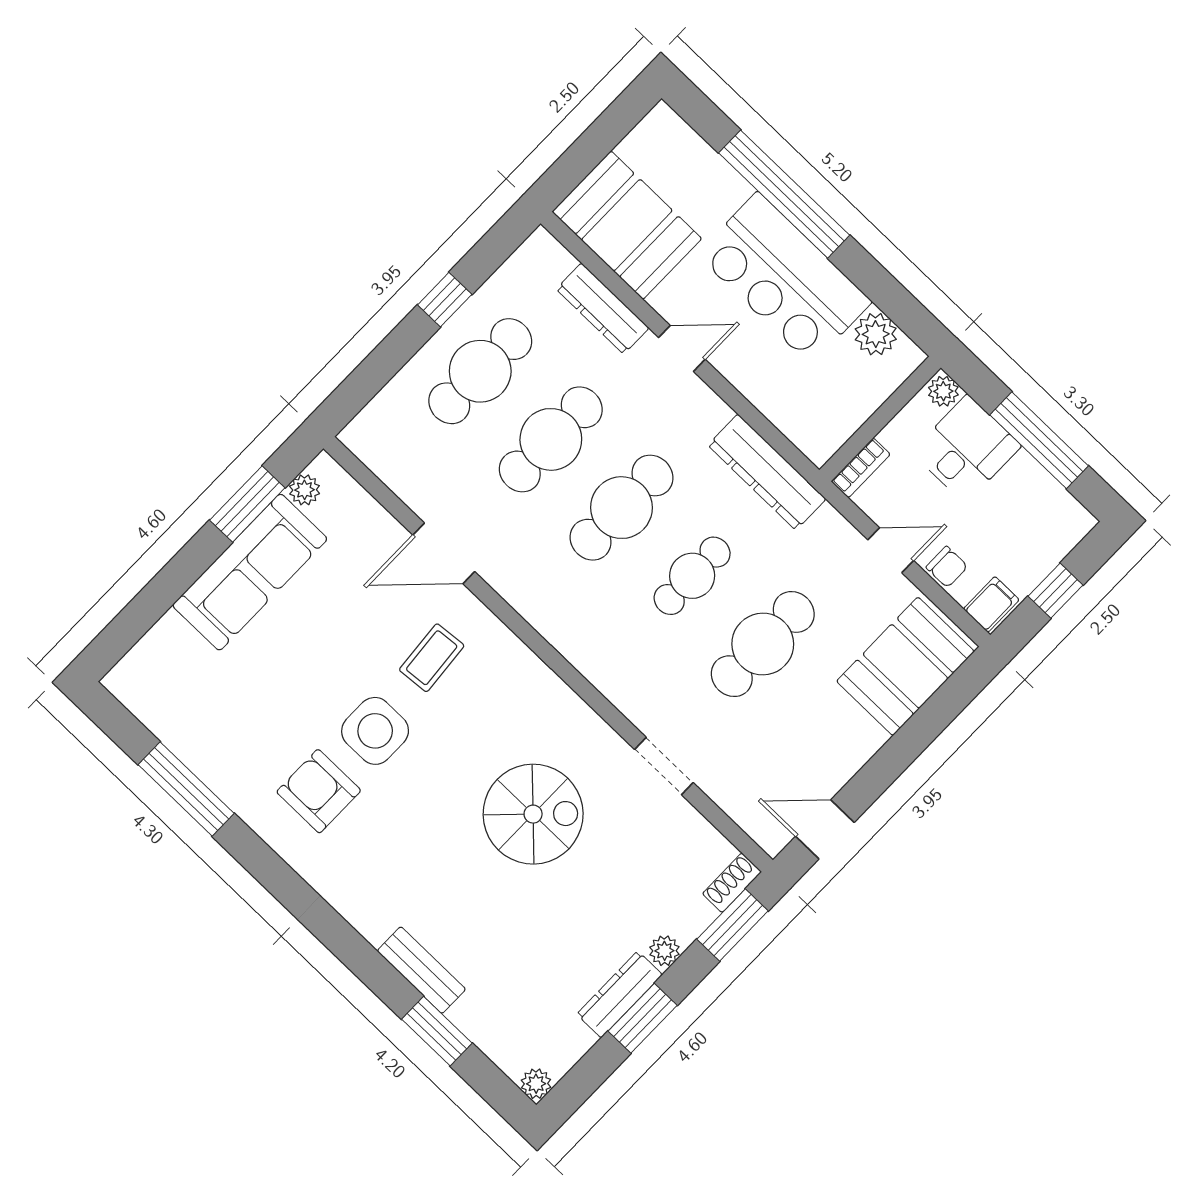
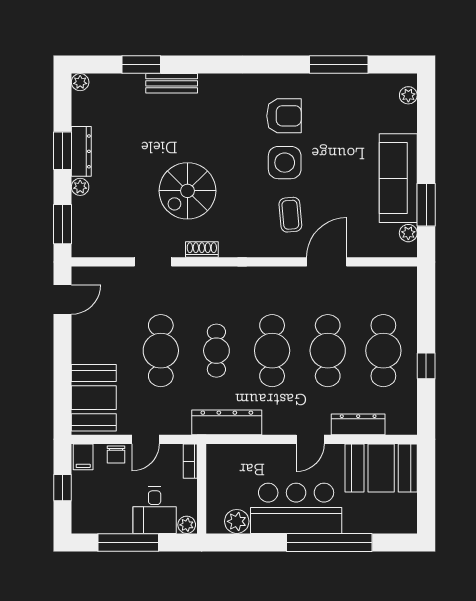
chair: (947, 567) -> (116, 455), turned -90
plant: (136, 665) -> (408, 95), added
shoe rack: (732, 883) -> (202, 250), moved, turned -90

